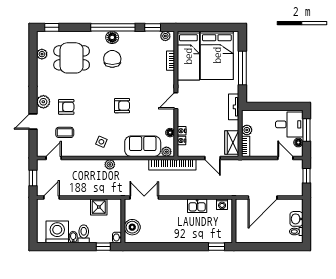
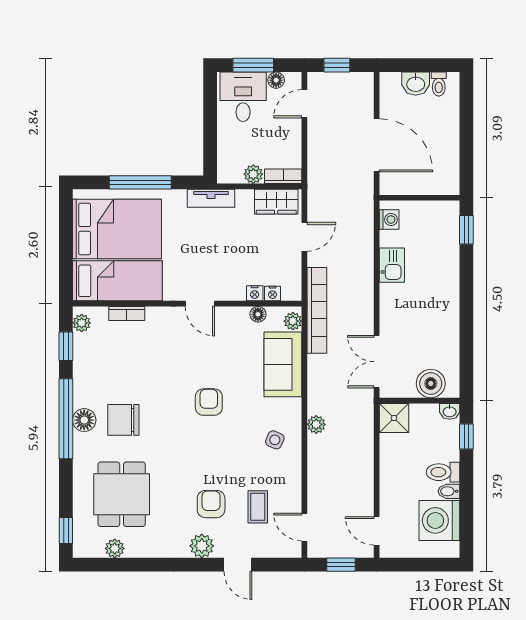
shower: (99, 207) -> (394, 418), moved

